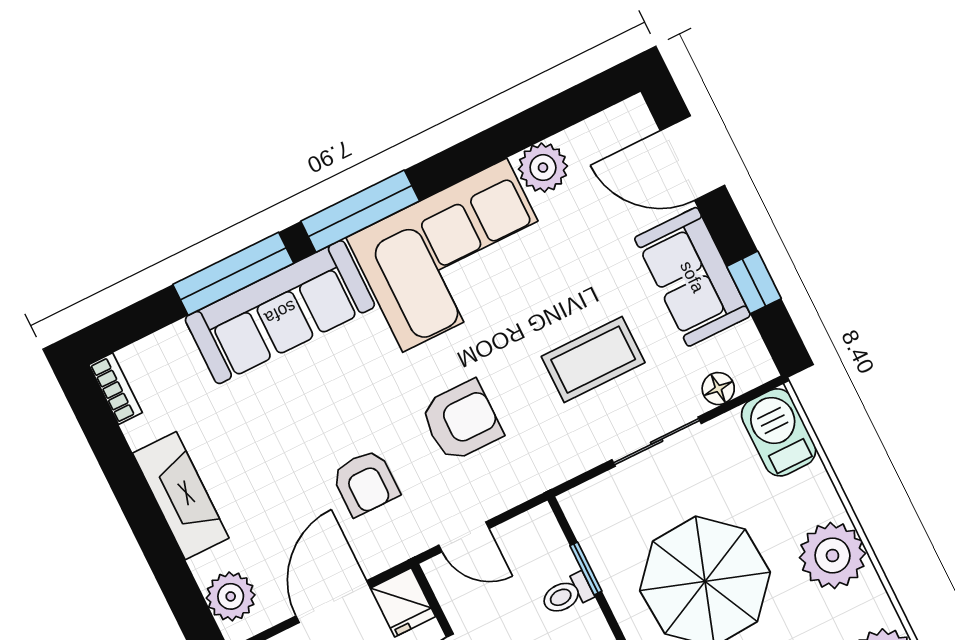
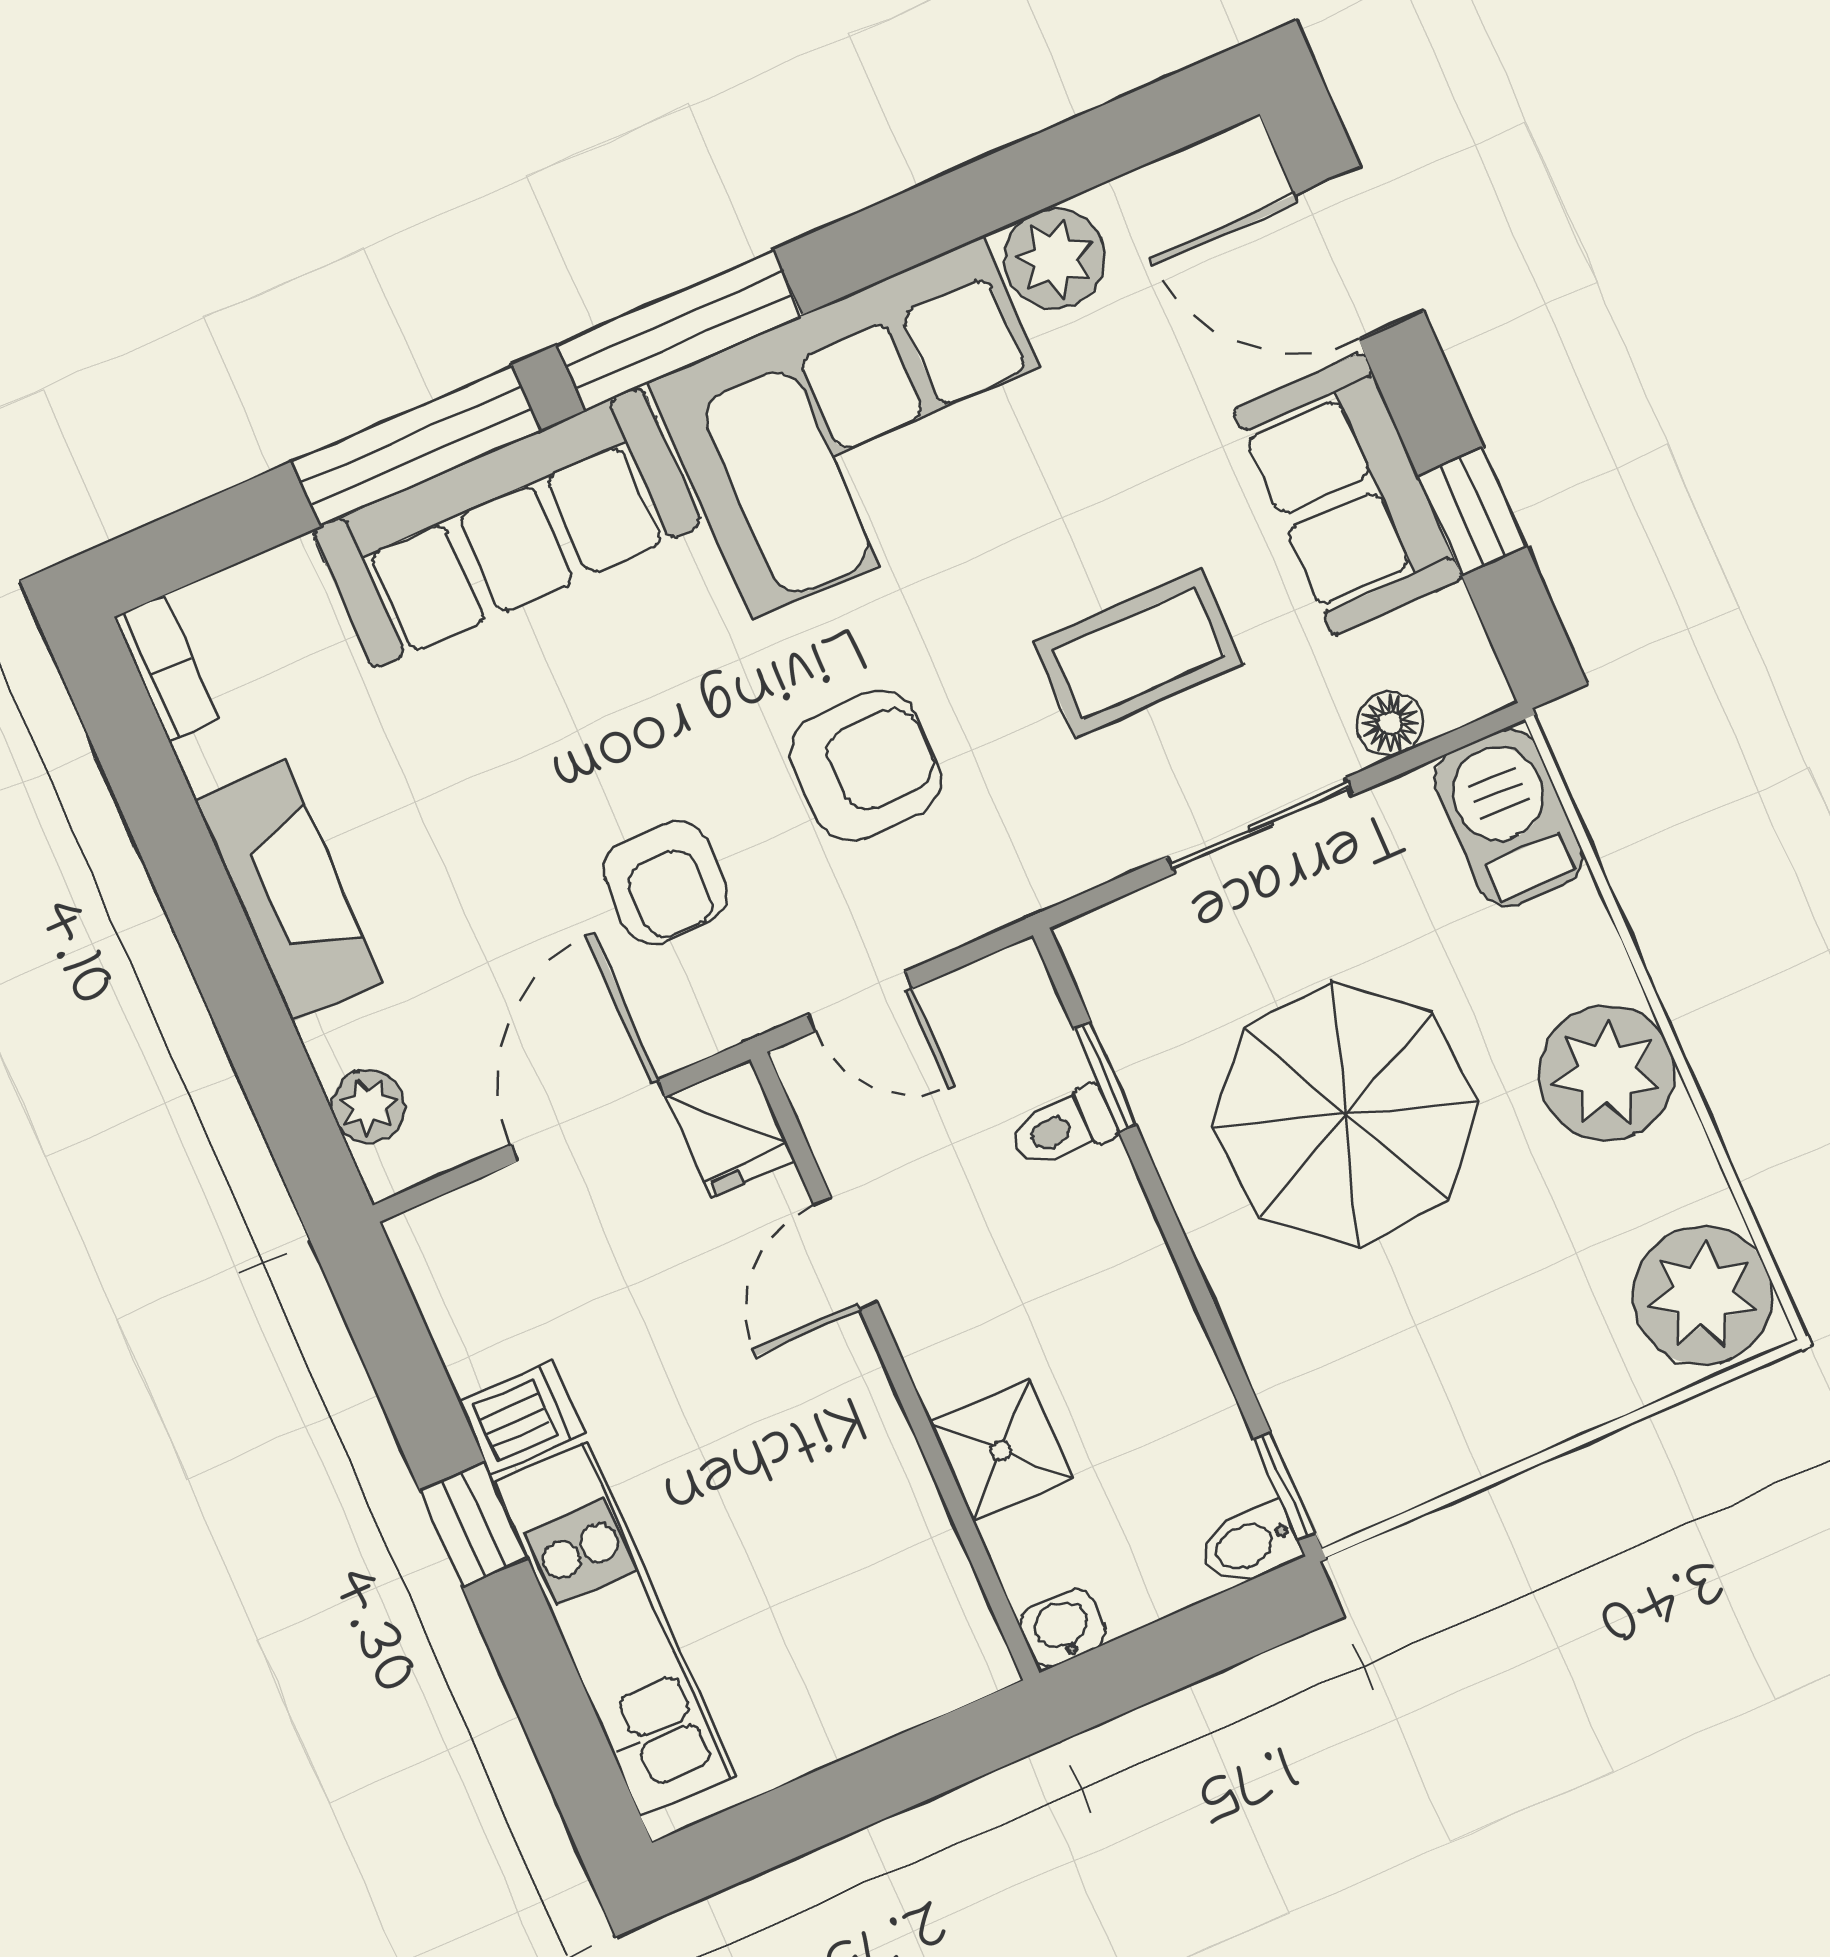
plant: (231, 596) -> (368, 1106), width x0.73, depth x0.73

